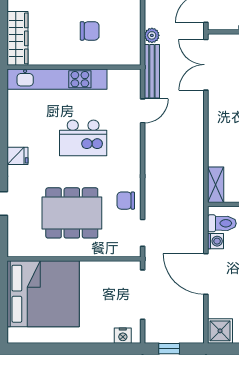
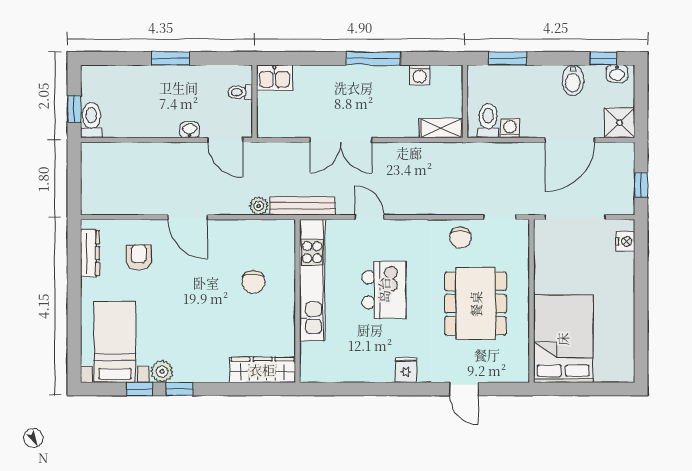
chair: (90, 31) -> (253, 282), turned 180
double door: (206, 65) -> (341, 140), moved
kitchen unit: (57, 79) -> (312, 280), moved
door: (143, 111) -> (370, 217), moved
door: (206, 274) -> (570, 140), moved
bed: (43, 294) -> (563, 339), width x0.73

